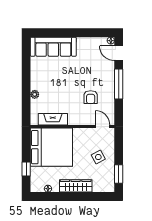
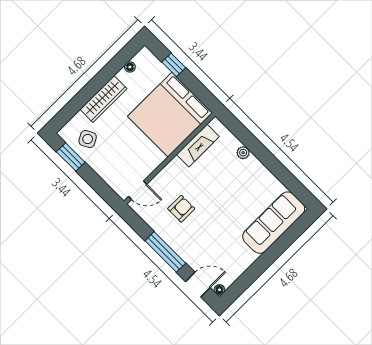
armchair: (91, 97) -> (181, 209), turned 90
side table: (98, 157) -> (88, 139), moved

